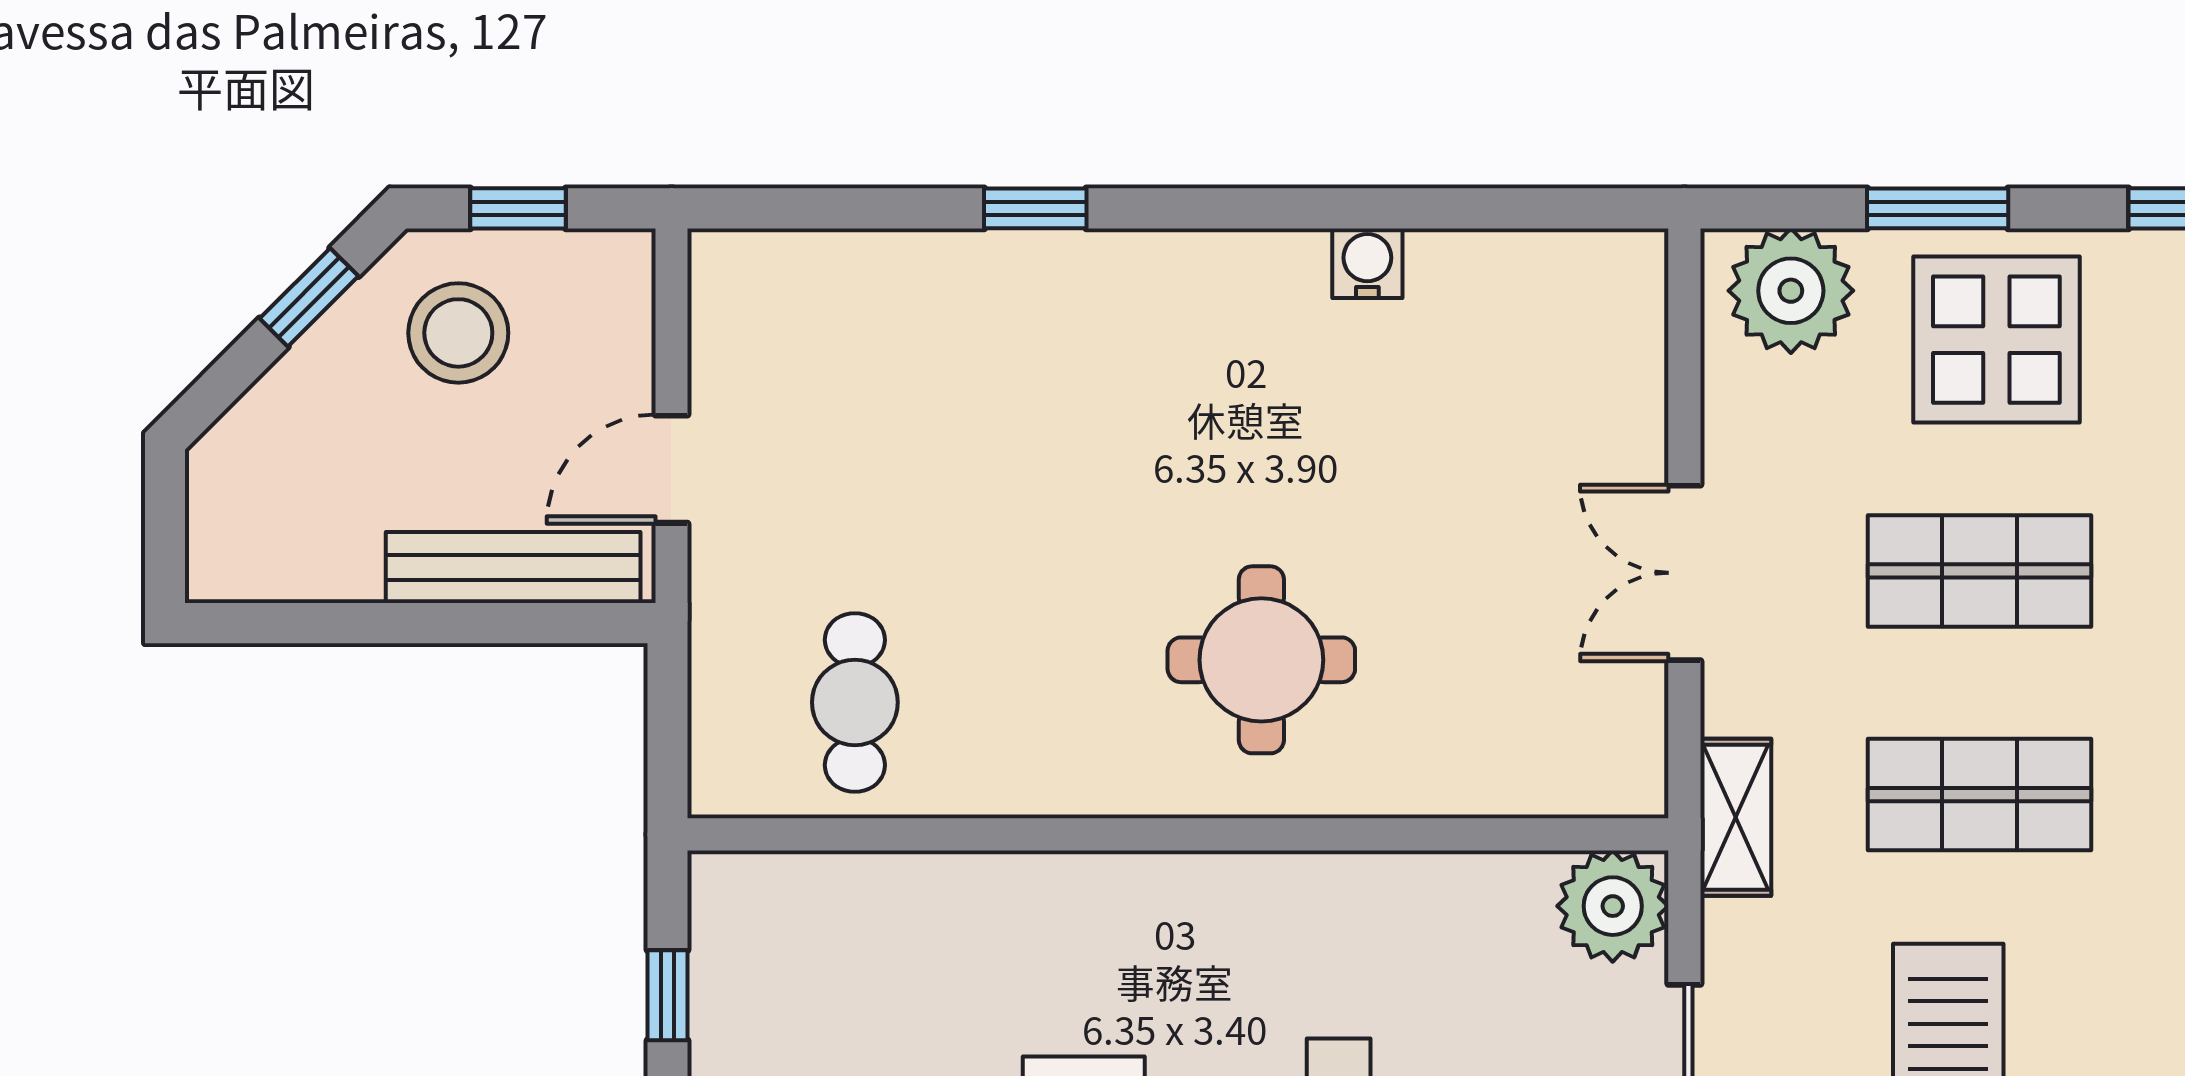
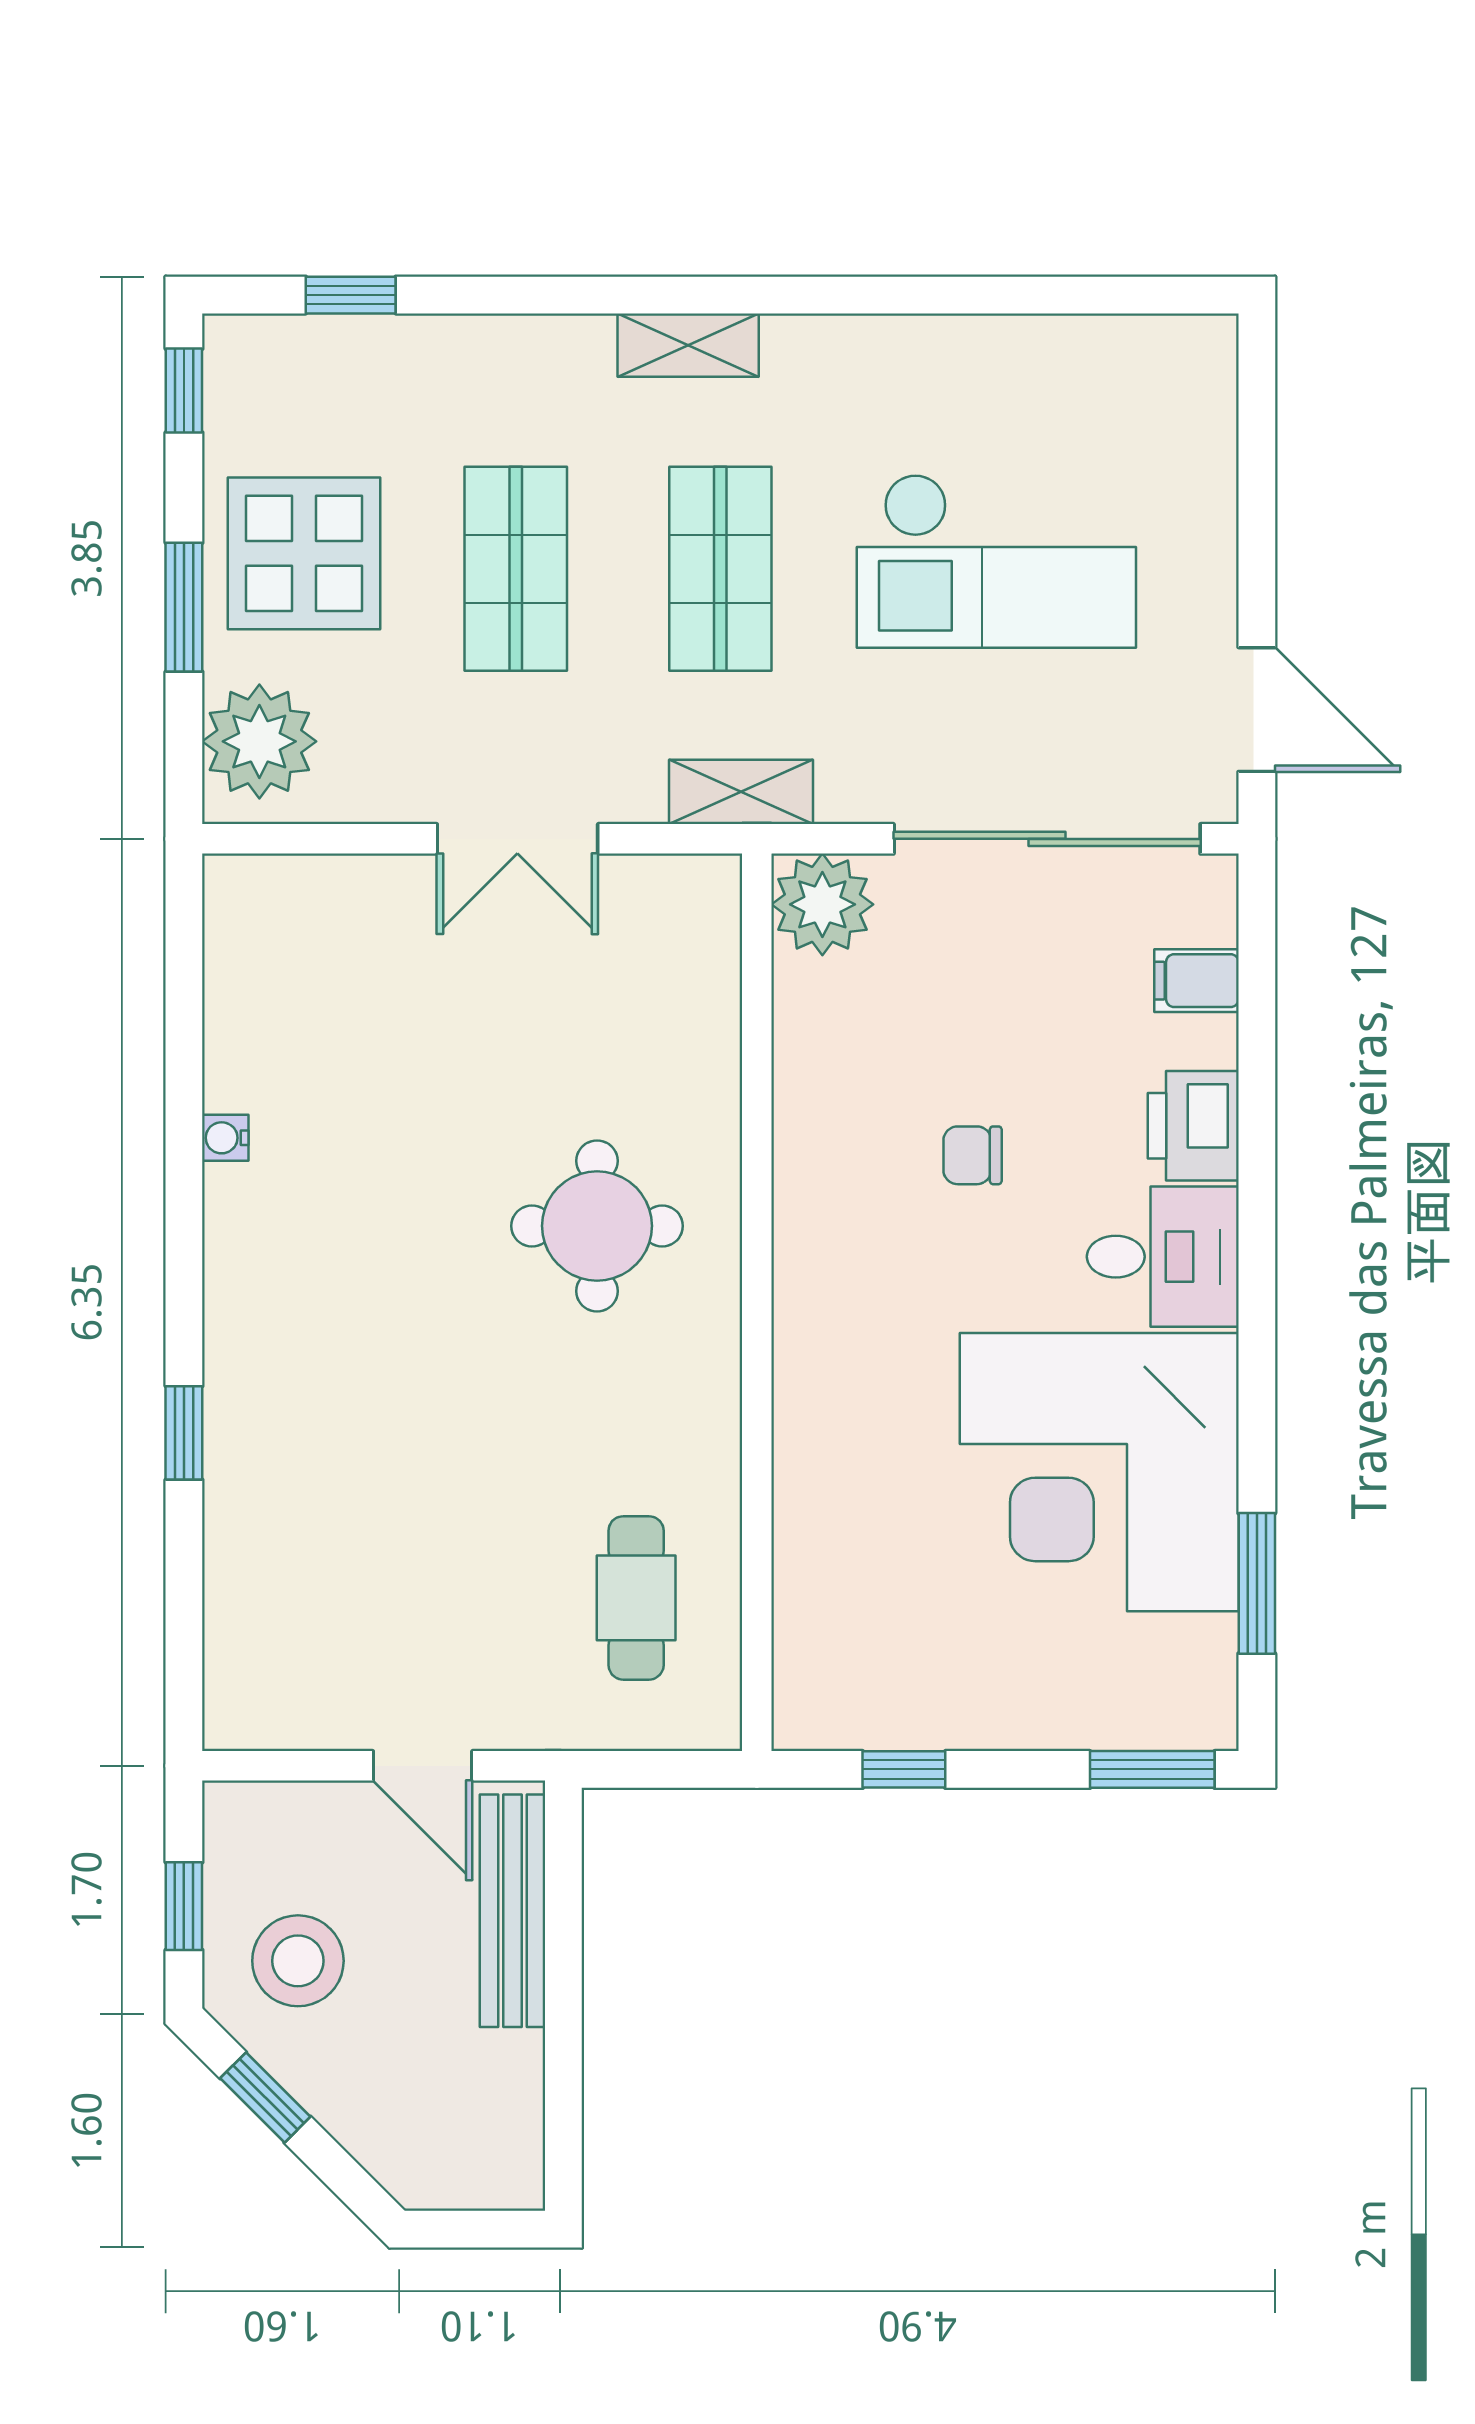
water cooler: (1367, 263) -> (225, 1138), width x0.72, depth x0.72
cafe table: (855, 702) -> (636, 1598), turned 90

